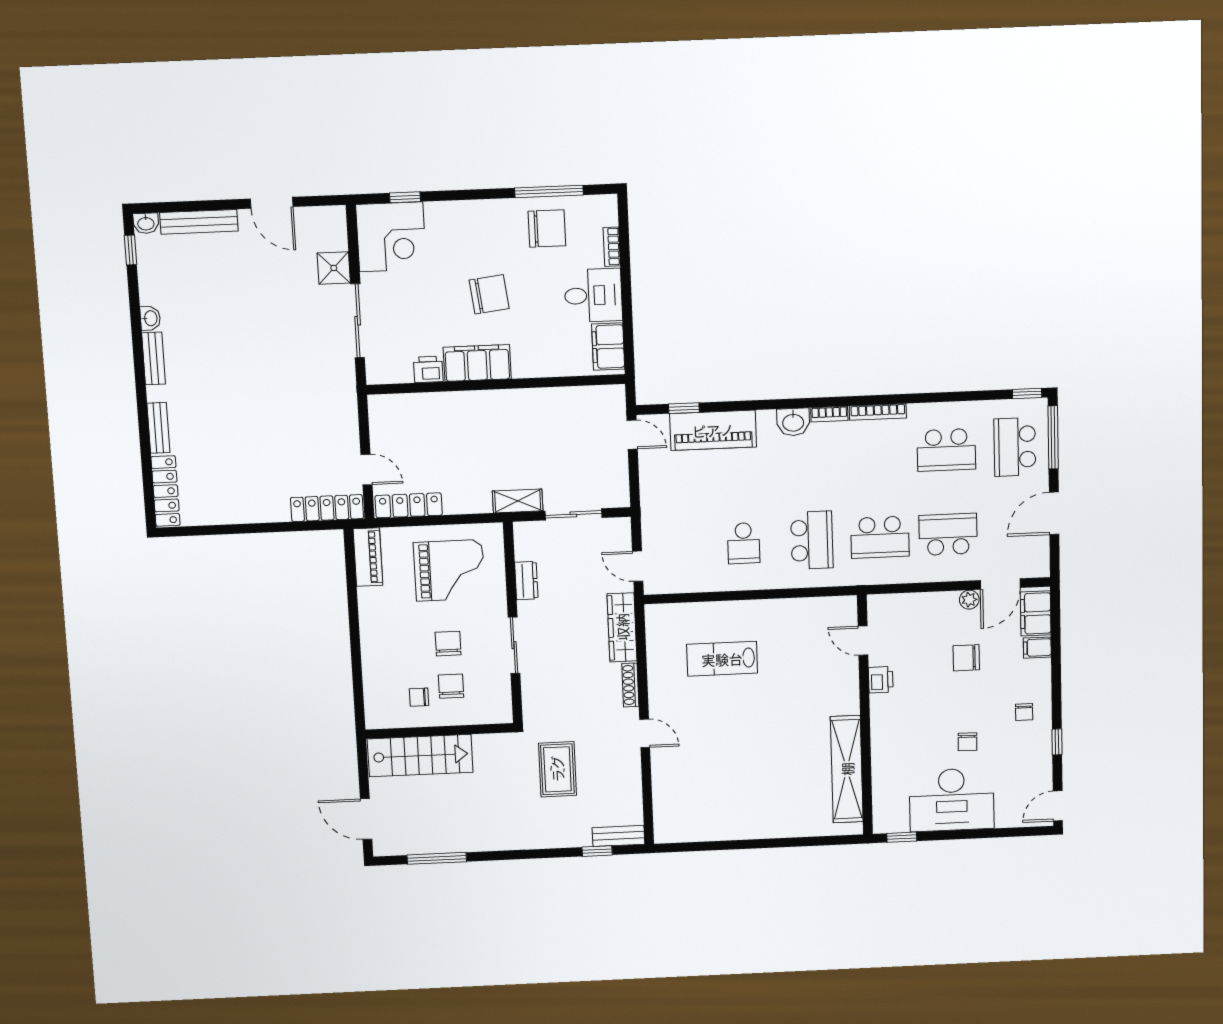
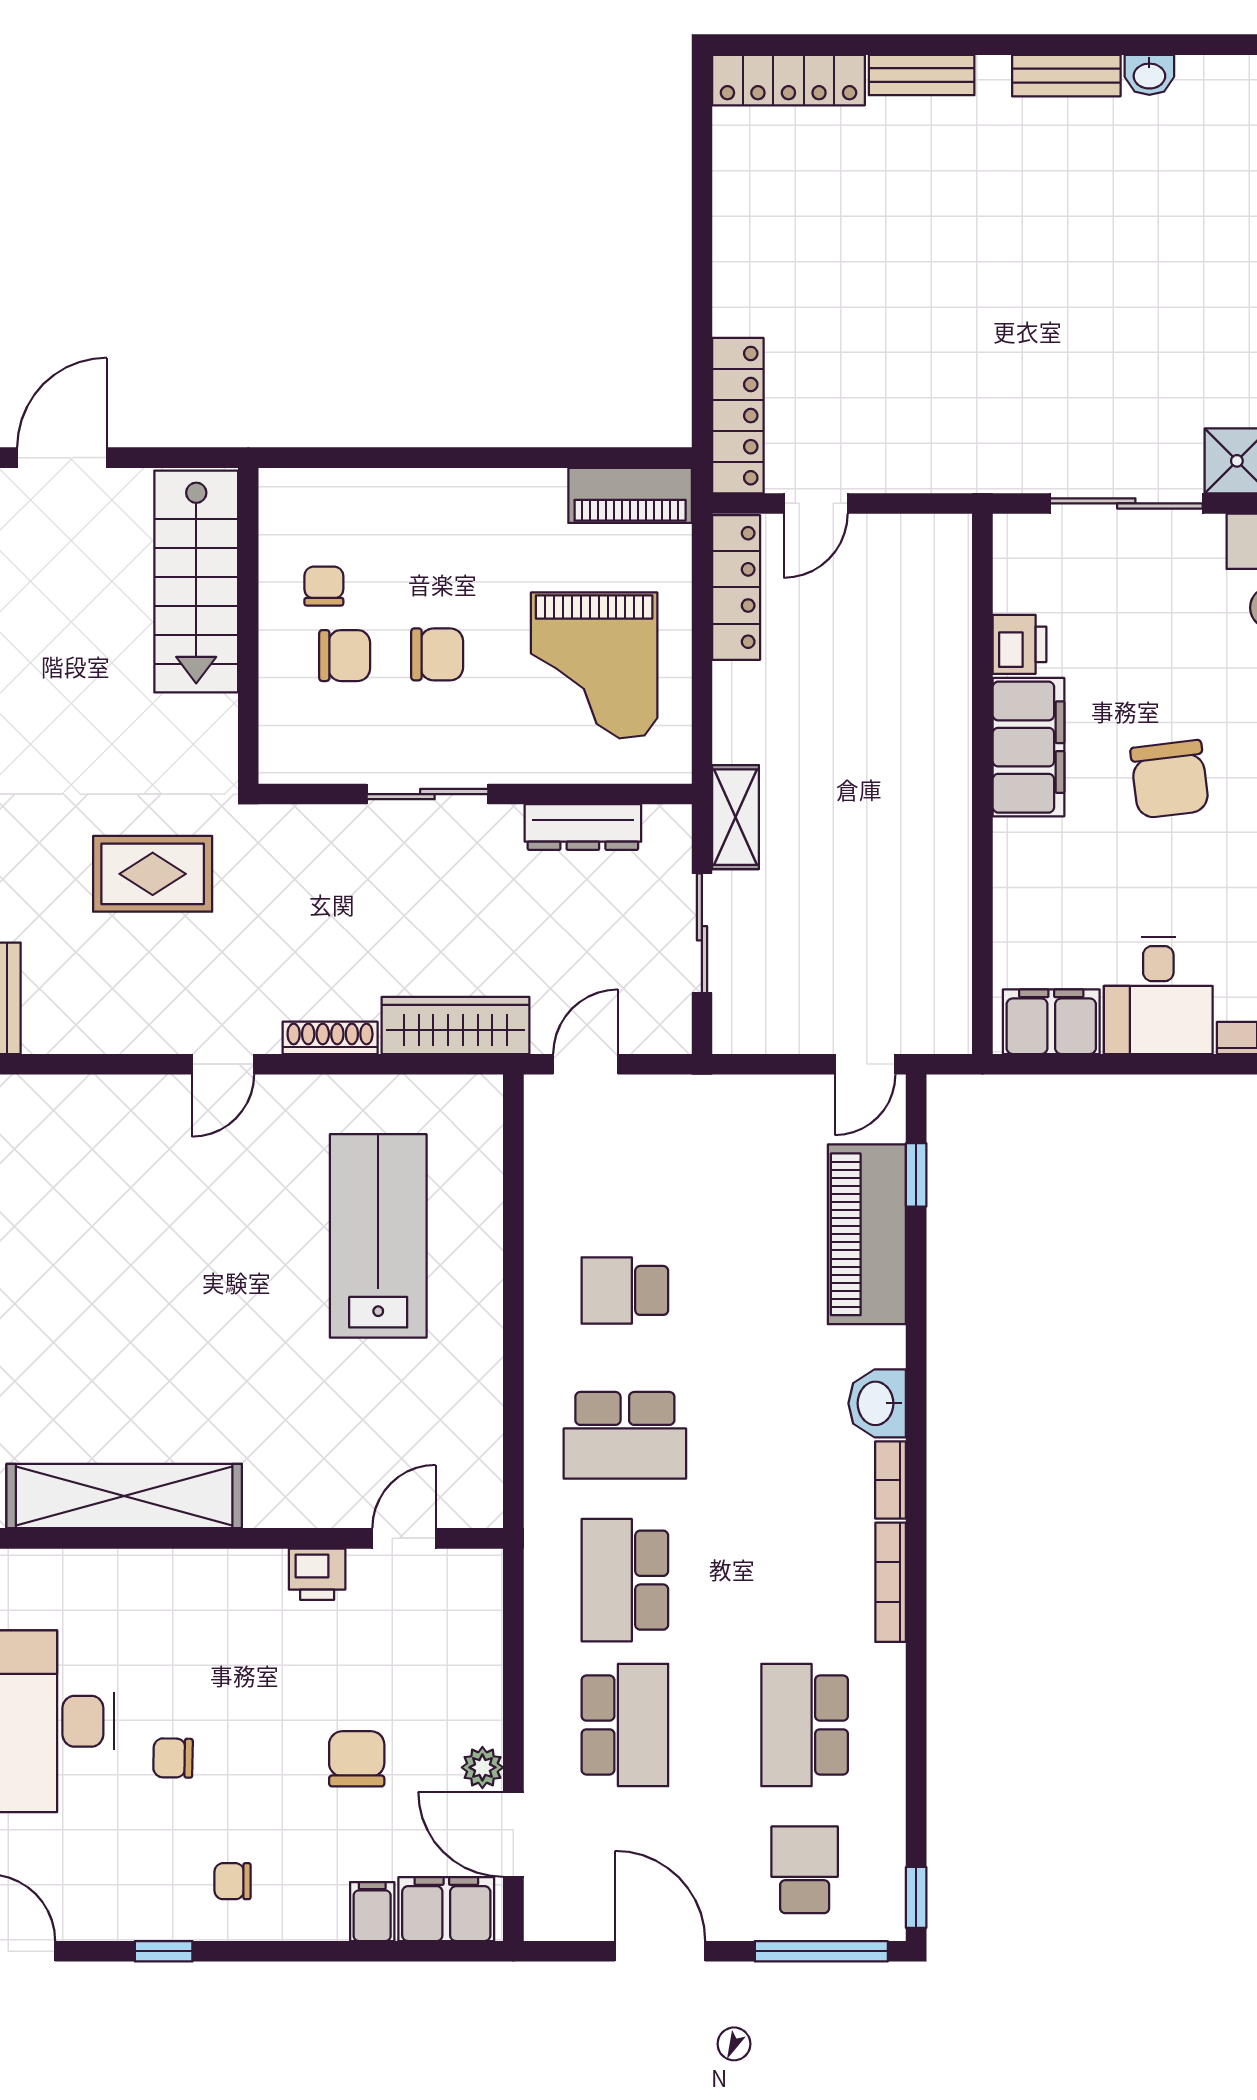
school desk: (1015, 447) -> (805, 1870), width x0.54
dresser: (526, 581) -> (583, 827), width x1.44
lab bench: (722, 659) -> (378, 1236), width x1.36, depth x1.39

